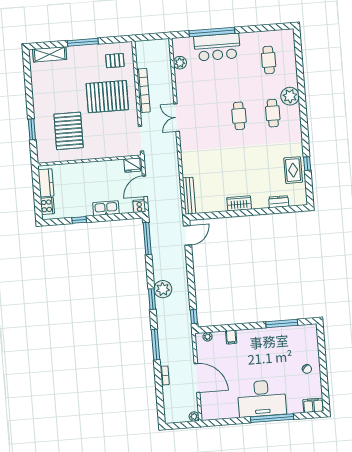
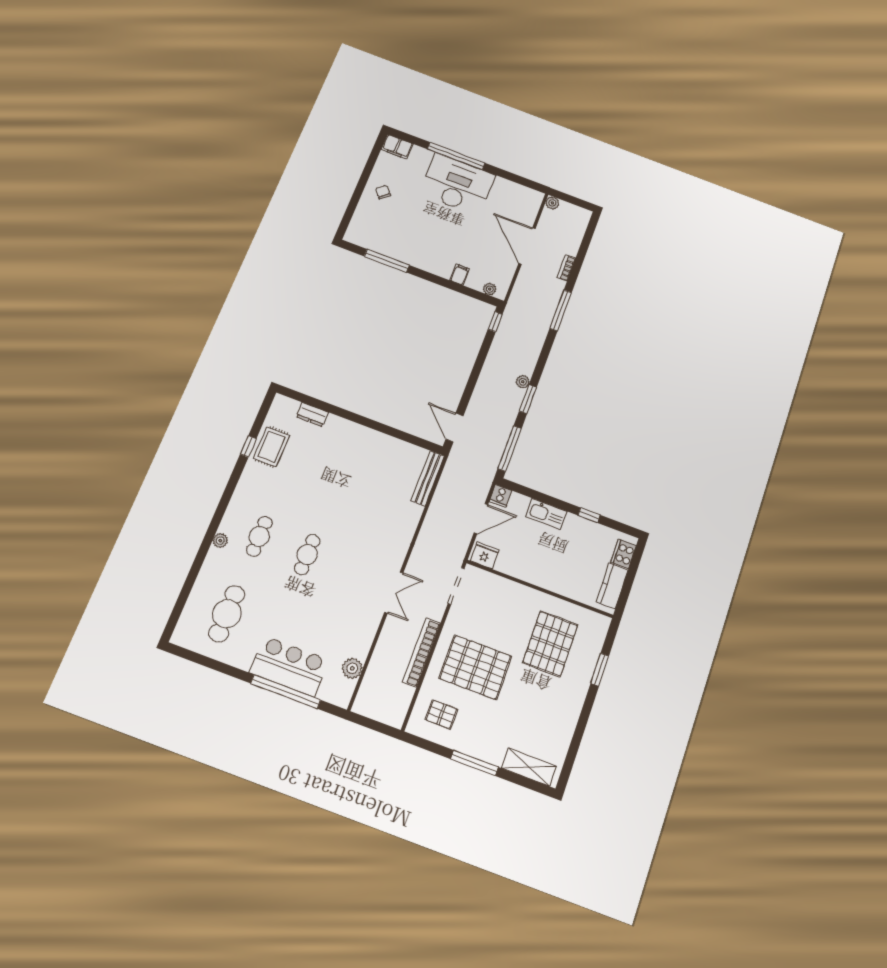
cafe table: (269, 60) -> (227, 614), width x1.37, depth x1.35
plant: (290, 96) -> (220, 541), width x0.53, depth x0.53
wardrobe: (239, 203) -> (366, 437), removed
door: (188, 235) -> (455, 427), hinge flipped
plant: (163, 289) -> (523, 382), width x0.53, depth x0.53
window: (152, 299) -> (528, 399), moved

